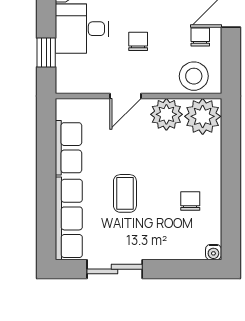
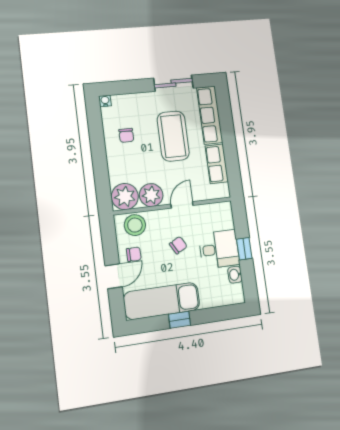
chair: (200, 37) -> (134, 254), turned -90
chair: (138, 41) -> (178, 245), turned -119
window: (46, 53) -> (244, 249), moved
coffee table: (125, 193) -> (173, 136), width x1.86, depth x1.72

